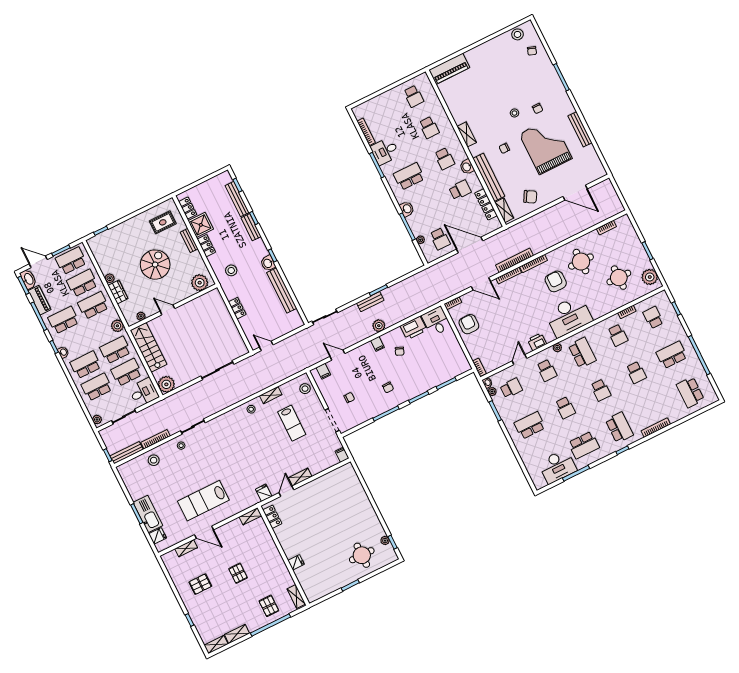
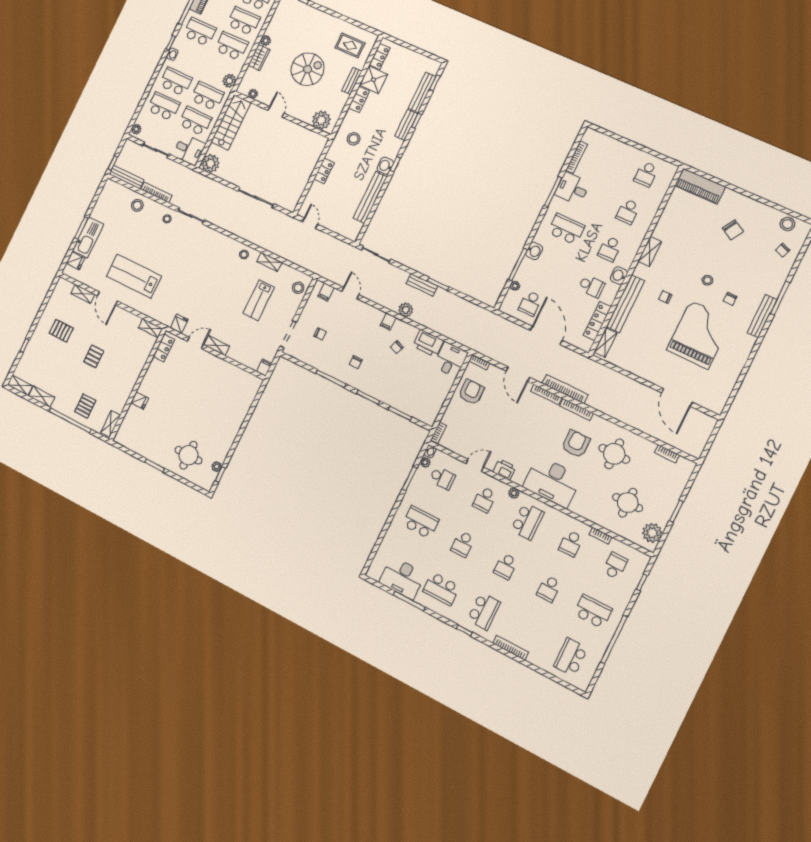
bench: (580, 129) -> (762, 316), moved
chair: (530, 197) -> (733, 230), moved

